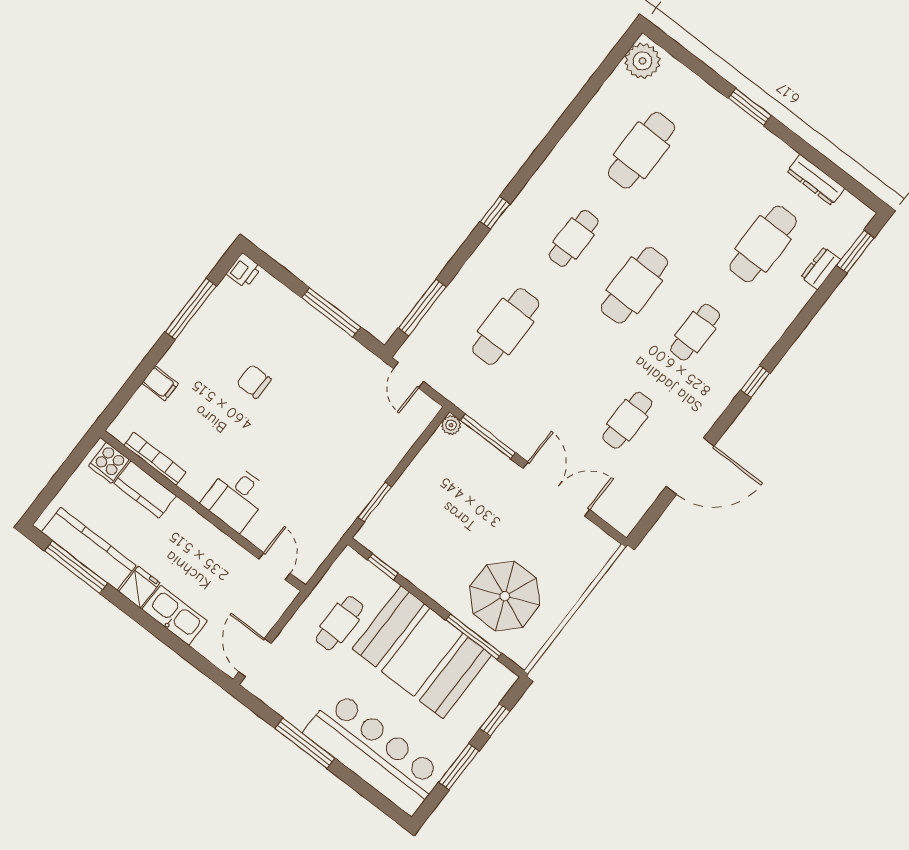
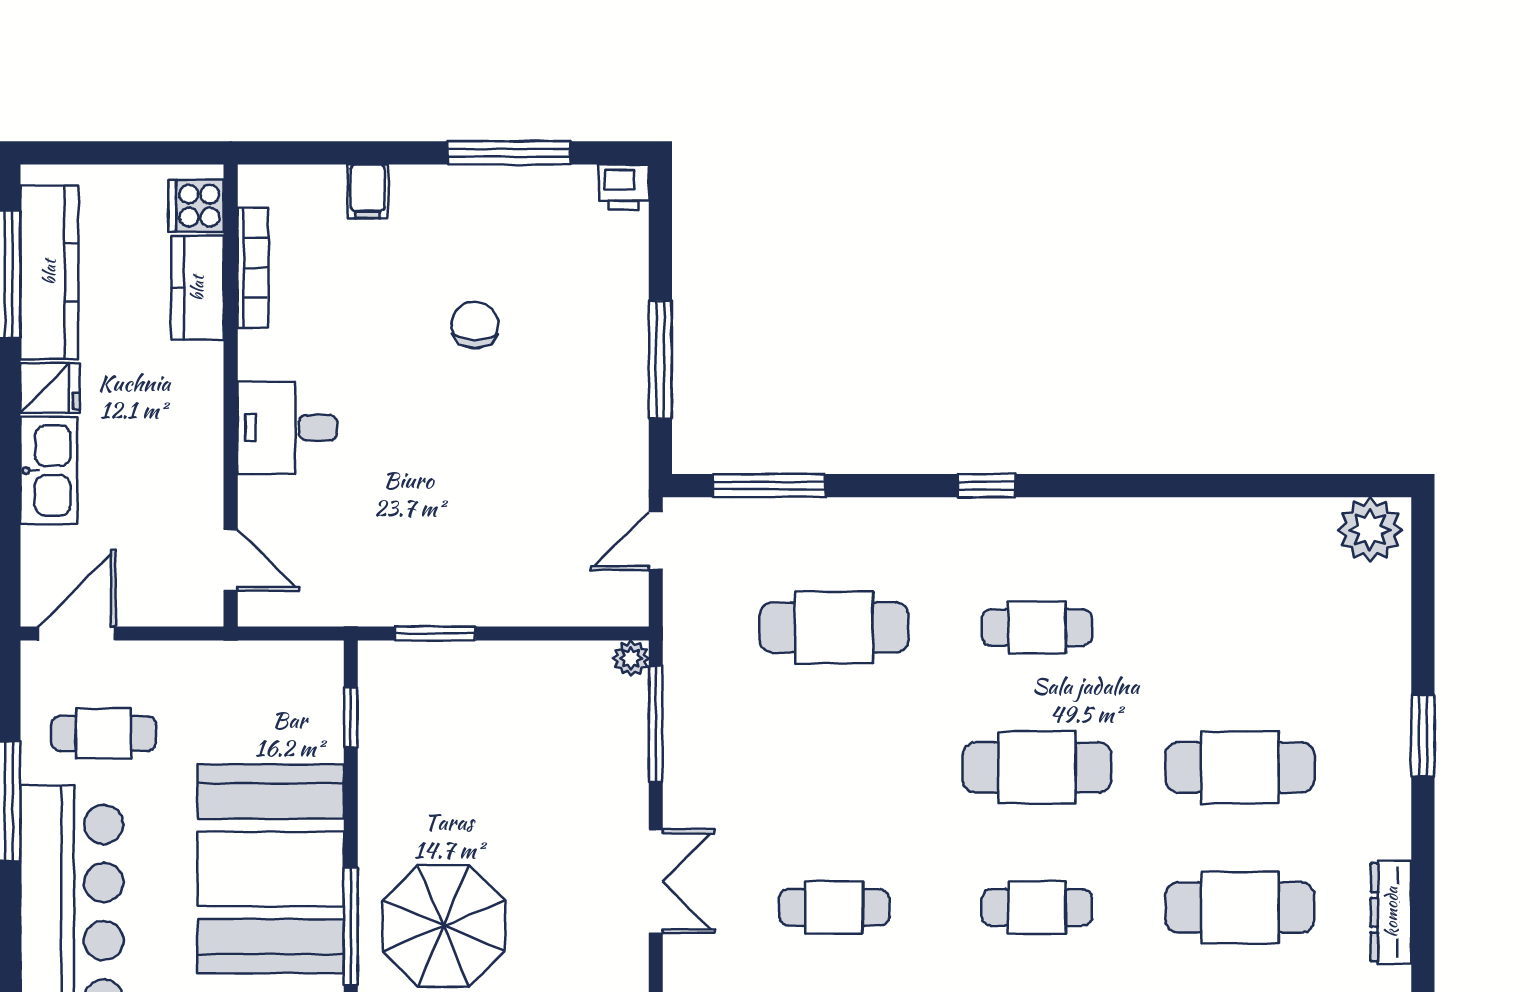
cafe table: (641, 150) -> (1240, 767), moved
double door: (556, 489) -> (656, 881), width x0.73
door: (274, 566) -> (231, 560), hinge flipped
cafe table: (340, 623) -> (104, 733), moved

